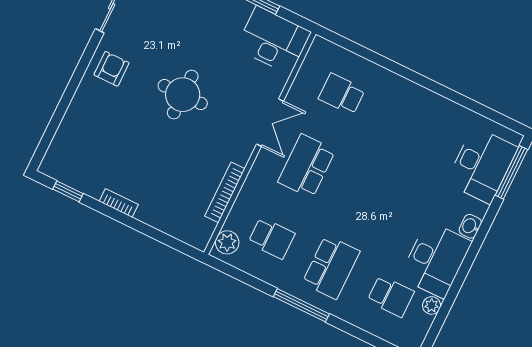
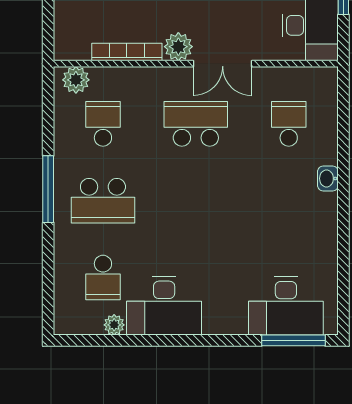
plant: (240, 150) -> (178, 47), added
washbasin: (470, 226) -> (328, 178), moved, turned -90
school desk: (271, 238) -> (103, 124), turned 180

